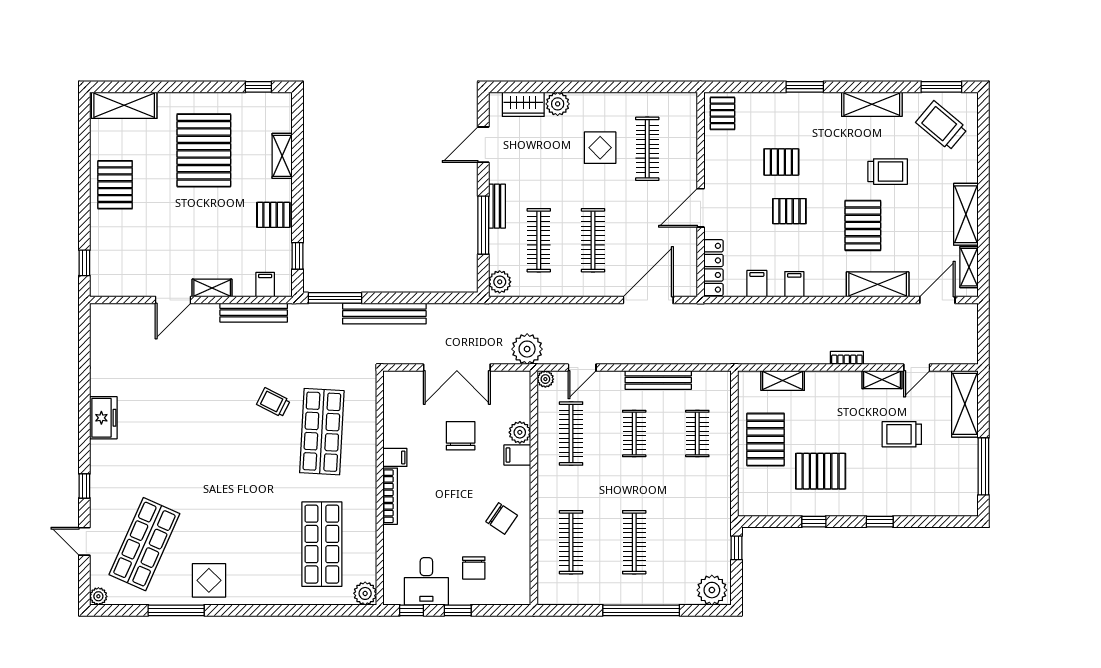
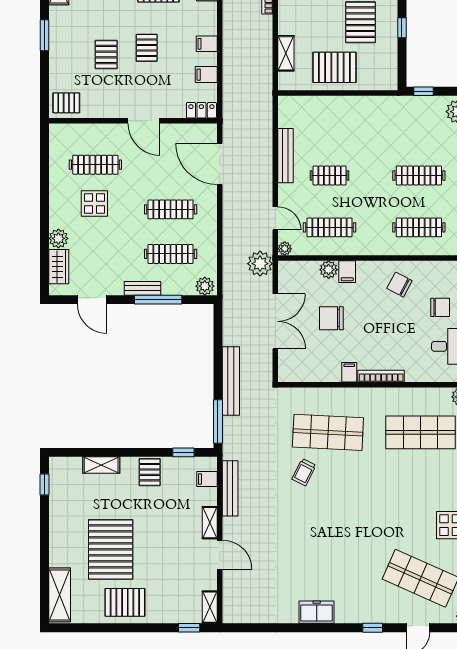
pallet: (204, 150) -> (111, 549), moved, turned 90
locker: (713, 268) -> (201, 110), width x0.66
shelving: (109, 288) -> (210, 607), added
clothes rail: (697, 434) -> (330, 124), removed
chair: (502, 519) -> (399, 285), turned -96

